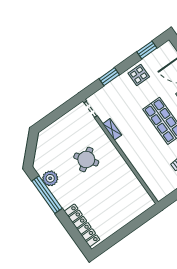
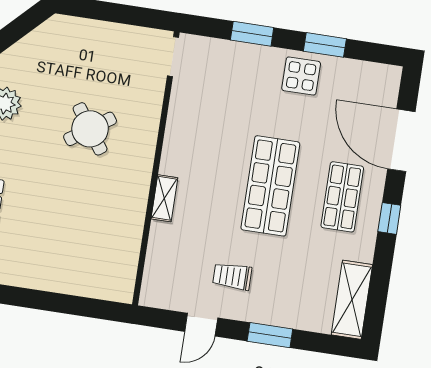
window: (147, 50) -> (325, 45), moved
shelving: (112, 129) -> (164, 198), moved

